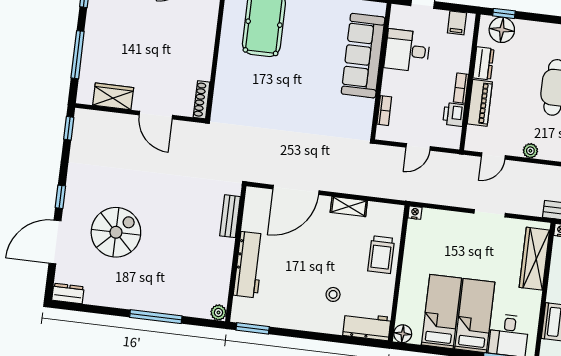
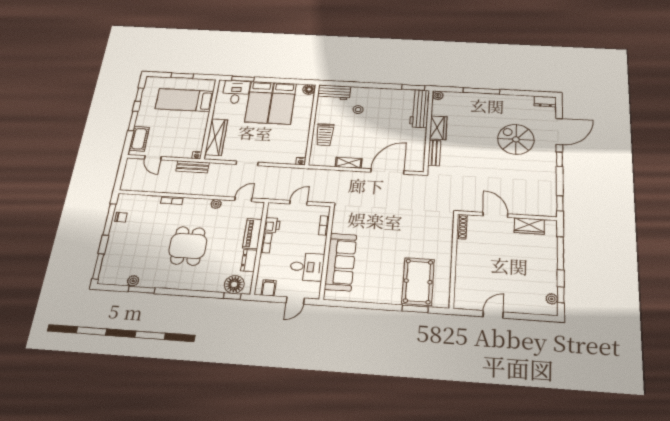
spiral stairs: (116, 232) -> (516, 139), turned 90
trolley: (381, 255) -> (325, 135), turned 180
wardrobe: (222, 257) -> (438, 128), added
workbench: (249, 265) -> (420, 109), moved

